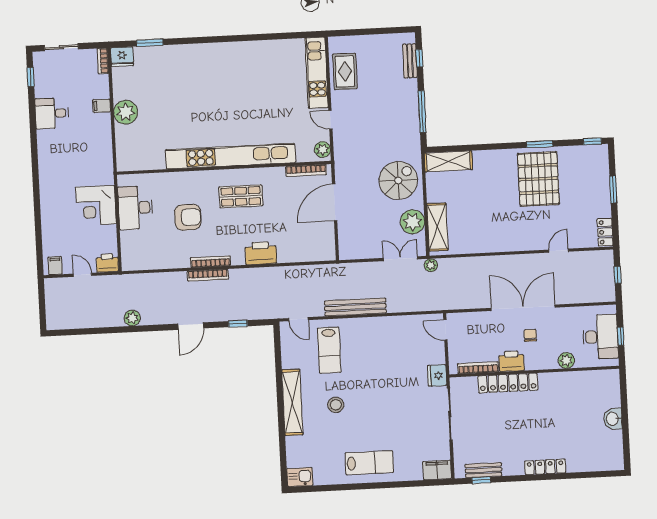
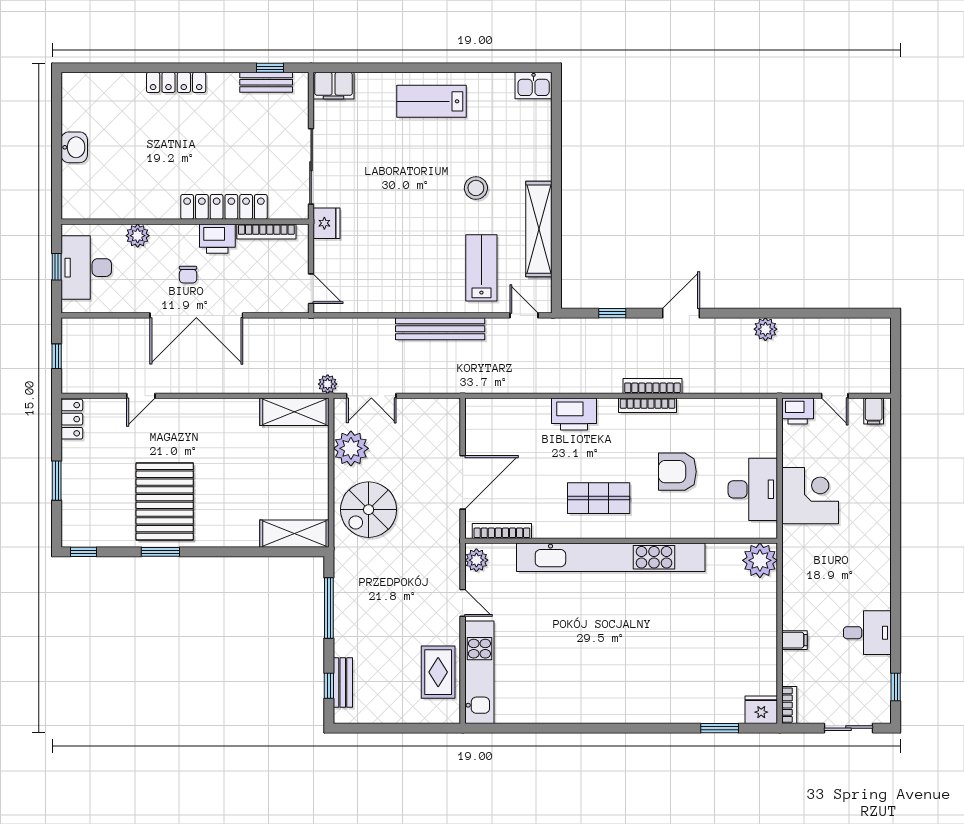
plant: (126, 112) -> (760, 560), moved
shelving: (437, 227) -> (294, 412), moved, turned 90
shelving: (292, 402) -> (539, 229), moved

